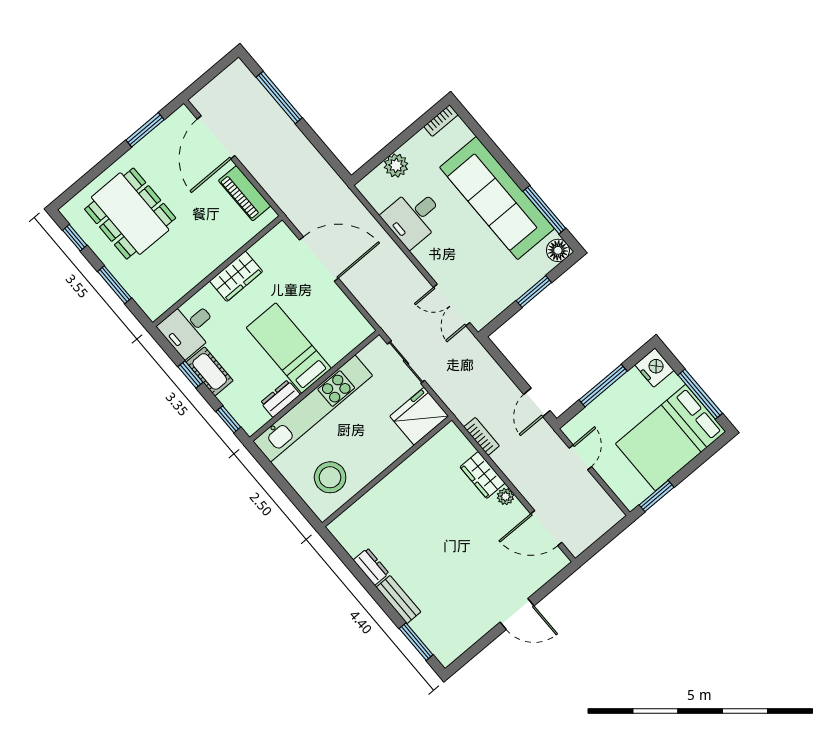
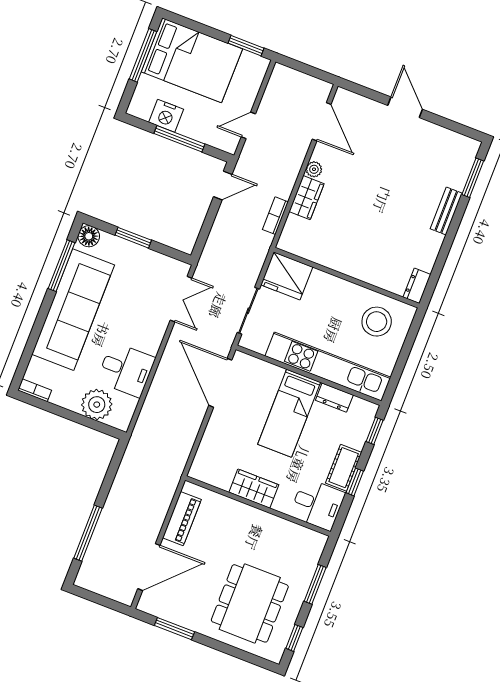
plant: (396, 165) -> (97, 405), width x1.36, depth x1.36
door: (319, 259) -> (220, 383), moved
nightstand: (654, 368) -> (166, 116), moved, turned -90
dresser: (371, 567) -> (417, 286), moved

